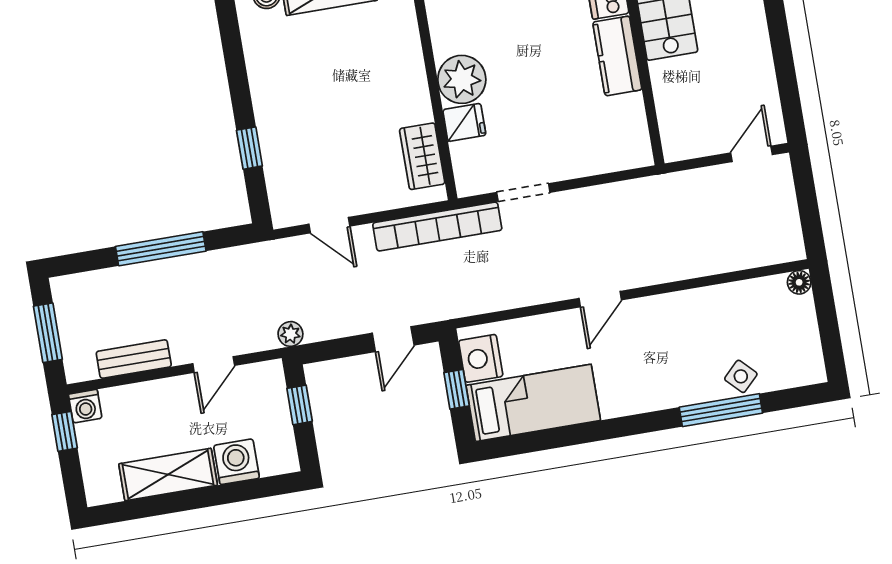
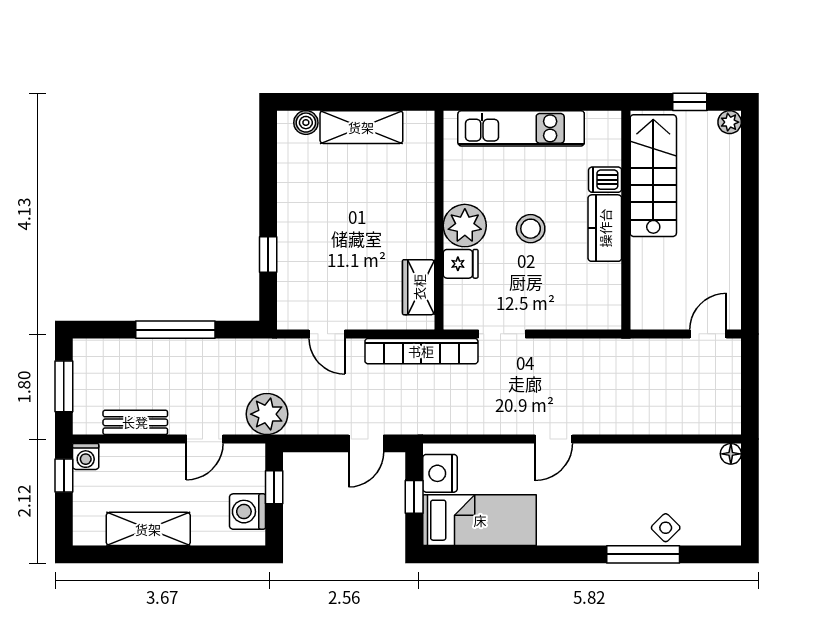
stool: (535, 70) -> (531, 229), added
plant: (290, 334) -> (267, 414), width x1.87, depth x1.87
washing machine: (236, 462) -> (247, 512), moved, turned -90

